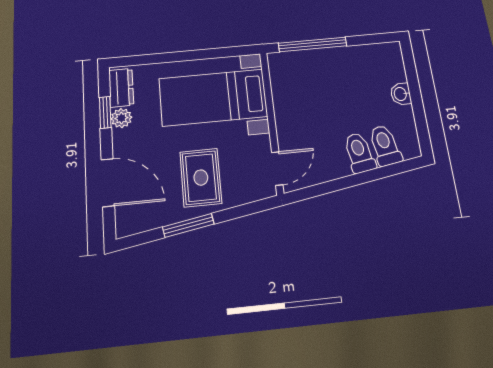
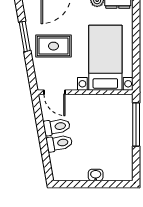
toilet: (385, 145) -> (57, 127), moved

